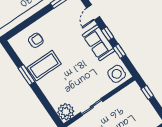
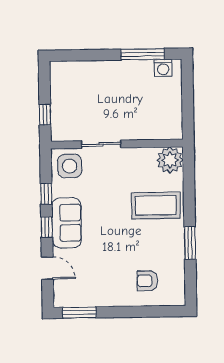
door: (93, 12) -> (47, 268), hinge flipped
coffee table: (44, 66) -> (156, 205), moved
sliding door: (92, 107) -> (101, 144), moved

